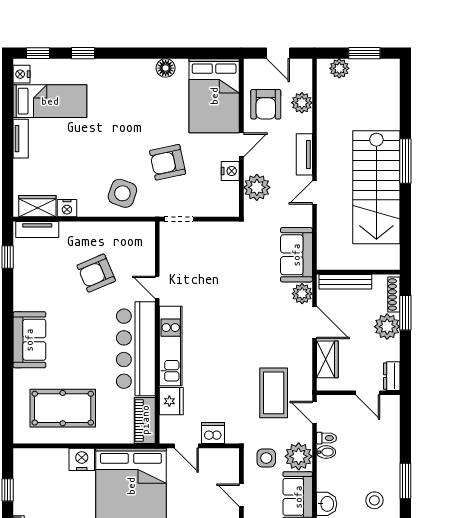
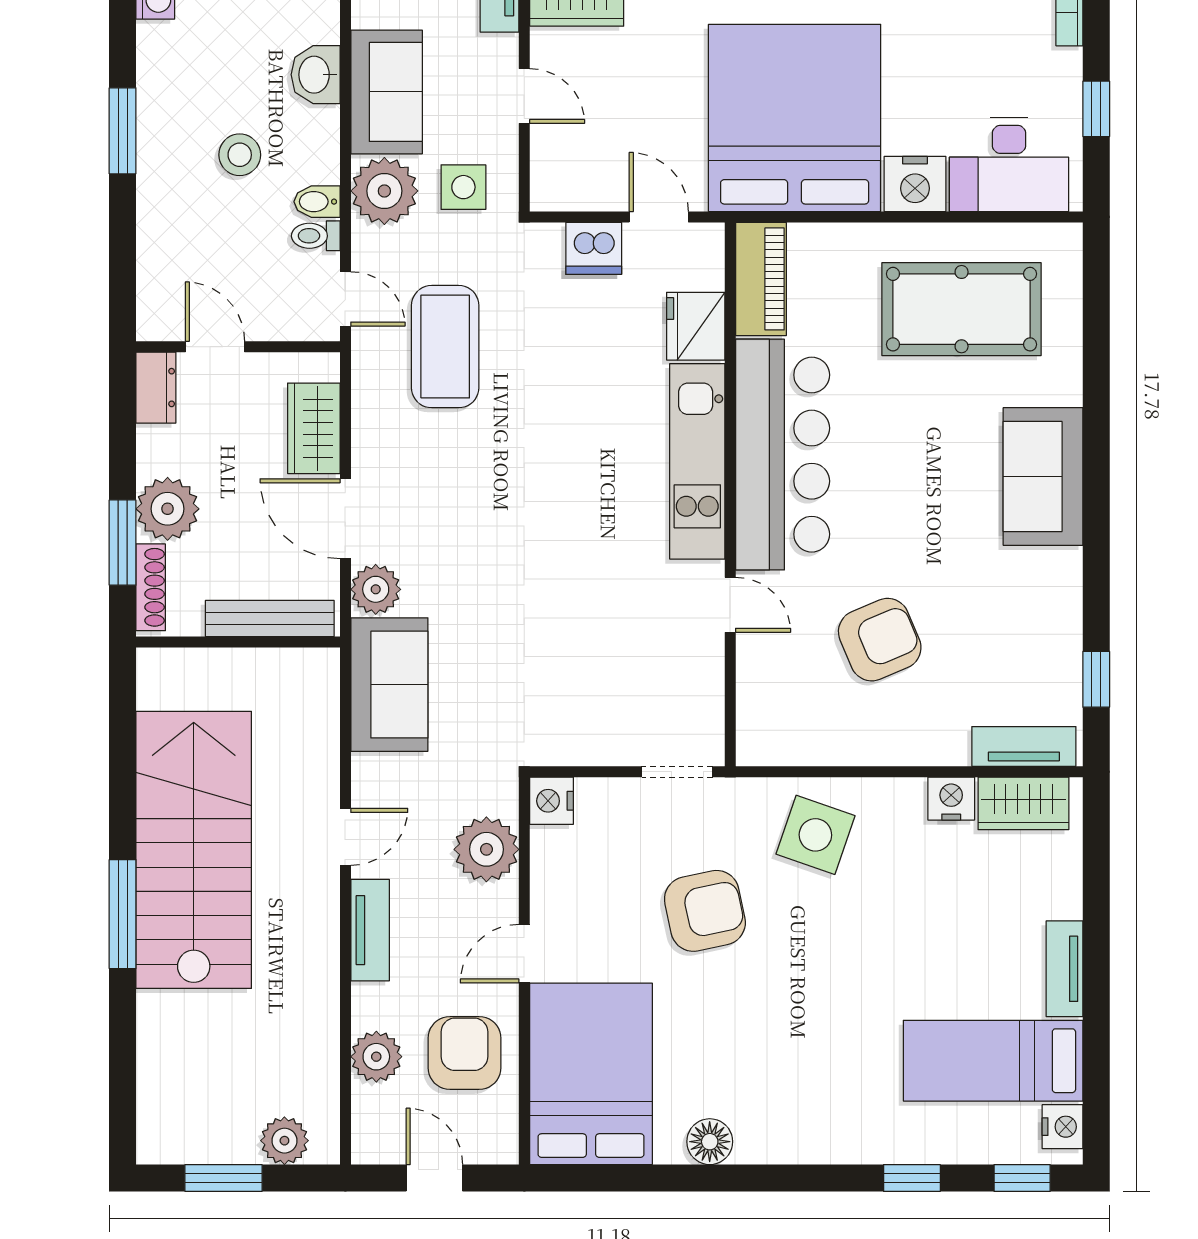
nightstand: (230, 171) -> (552, 801), moved
desk: (43, 467) -> (1009, 165), added
stool: (374, 500) -> (240, 155), moved

